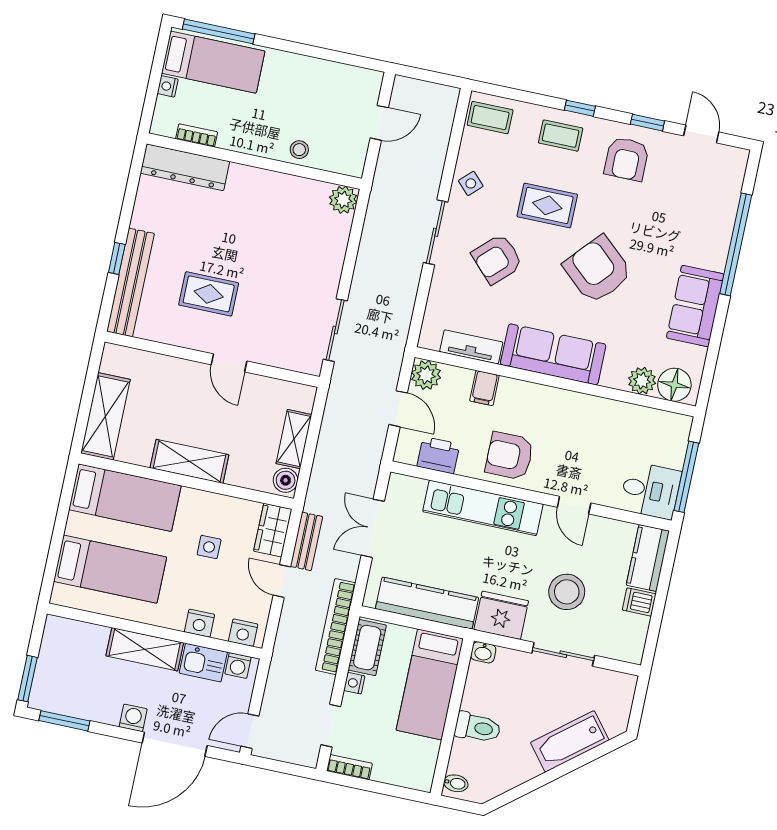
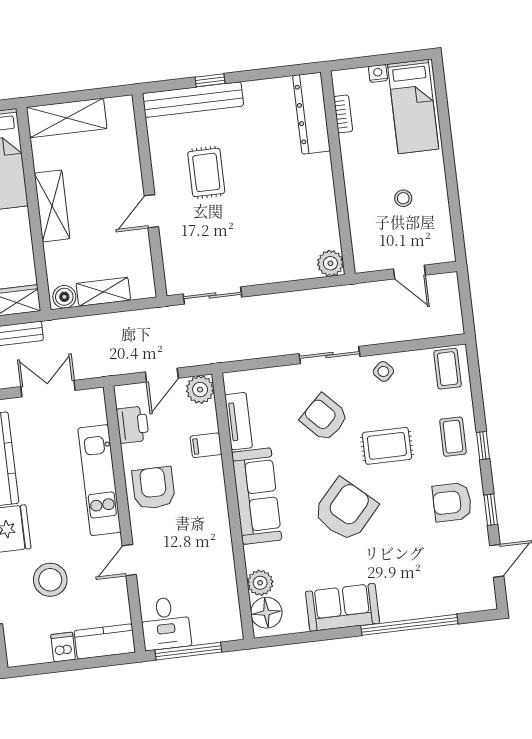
window: (219, 31) -> (442, 102), removed
stool: (299, 150) -> (403, 198), moved
rug: (547, 205) -> (387, 446), turned 90

